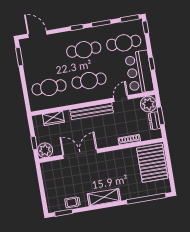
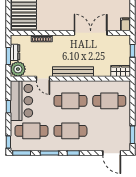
door: (121, 98) -> (43, 79), hinge flipped
wardrobe: (53, 118) -> (121, 71), moved
plant: (45, 150) -> (123, 42), removed
double door: (80, 154) -> (91, 33), swing flipped
filing cabinet: (46, 169) -> (126, 24), added

